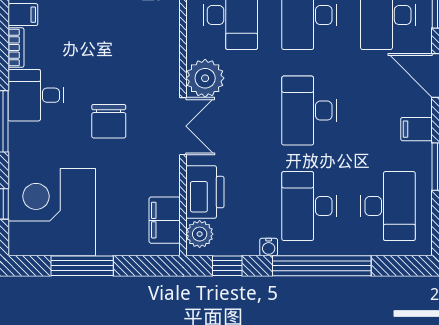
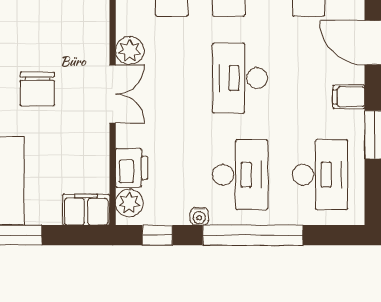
plant: (205, 78) -> (130, 51), width x0.73, depth x0.73
printer: (205, 192) -> (132, 168), width x0.73, depth x0.84
desk: (309, 206) -> (240, 175), turned 180
filing cabinet: (165, 220) -> (86, 210), moved, turned 90

